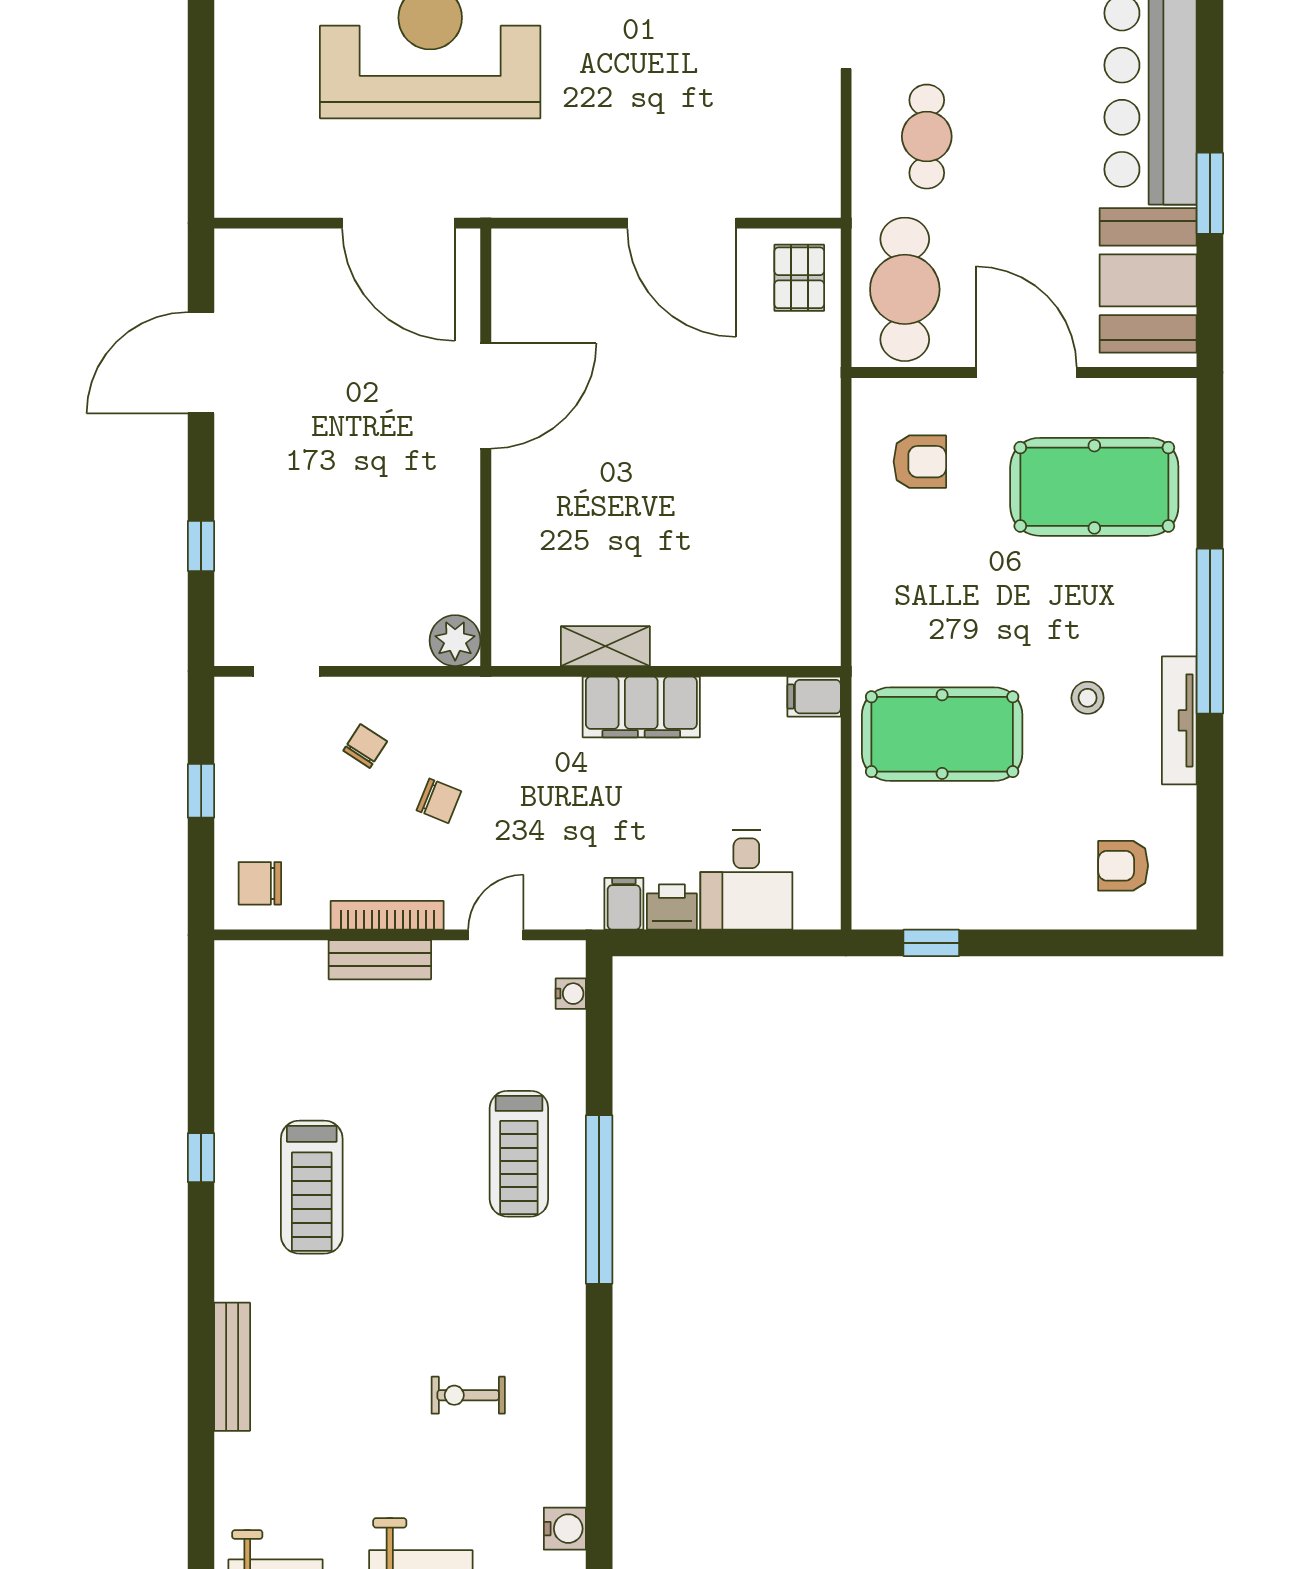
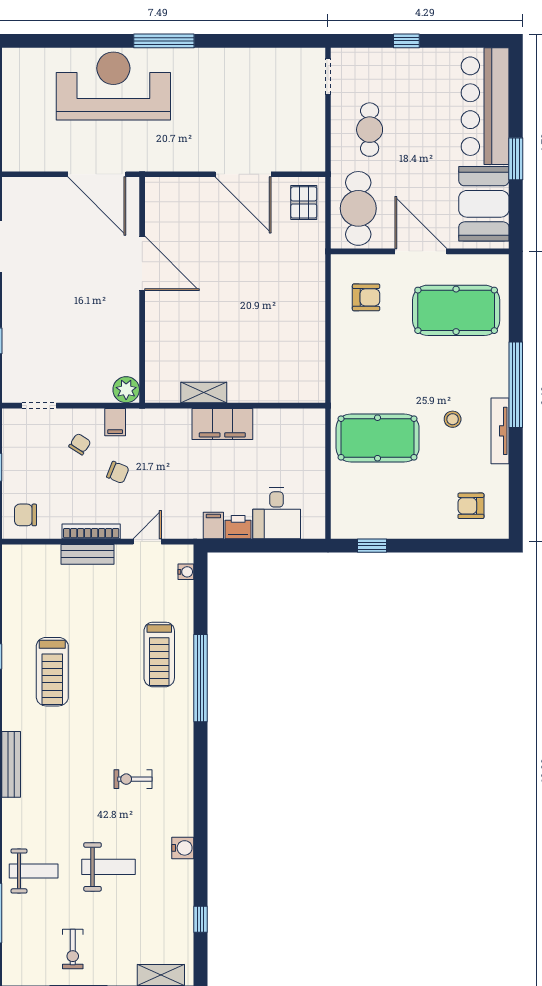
door: (486, 396) -> (142, 263), hinge flipped
filing cabinet: (814, 697) -> (115, 422), moved, turned -90

